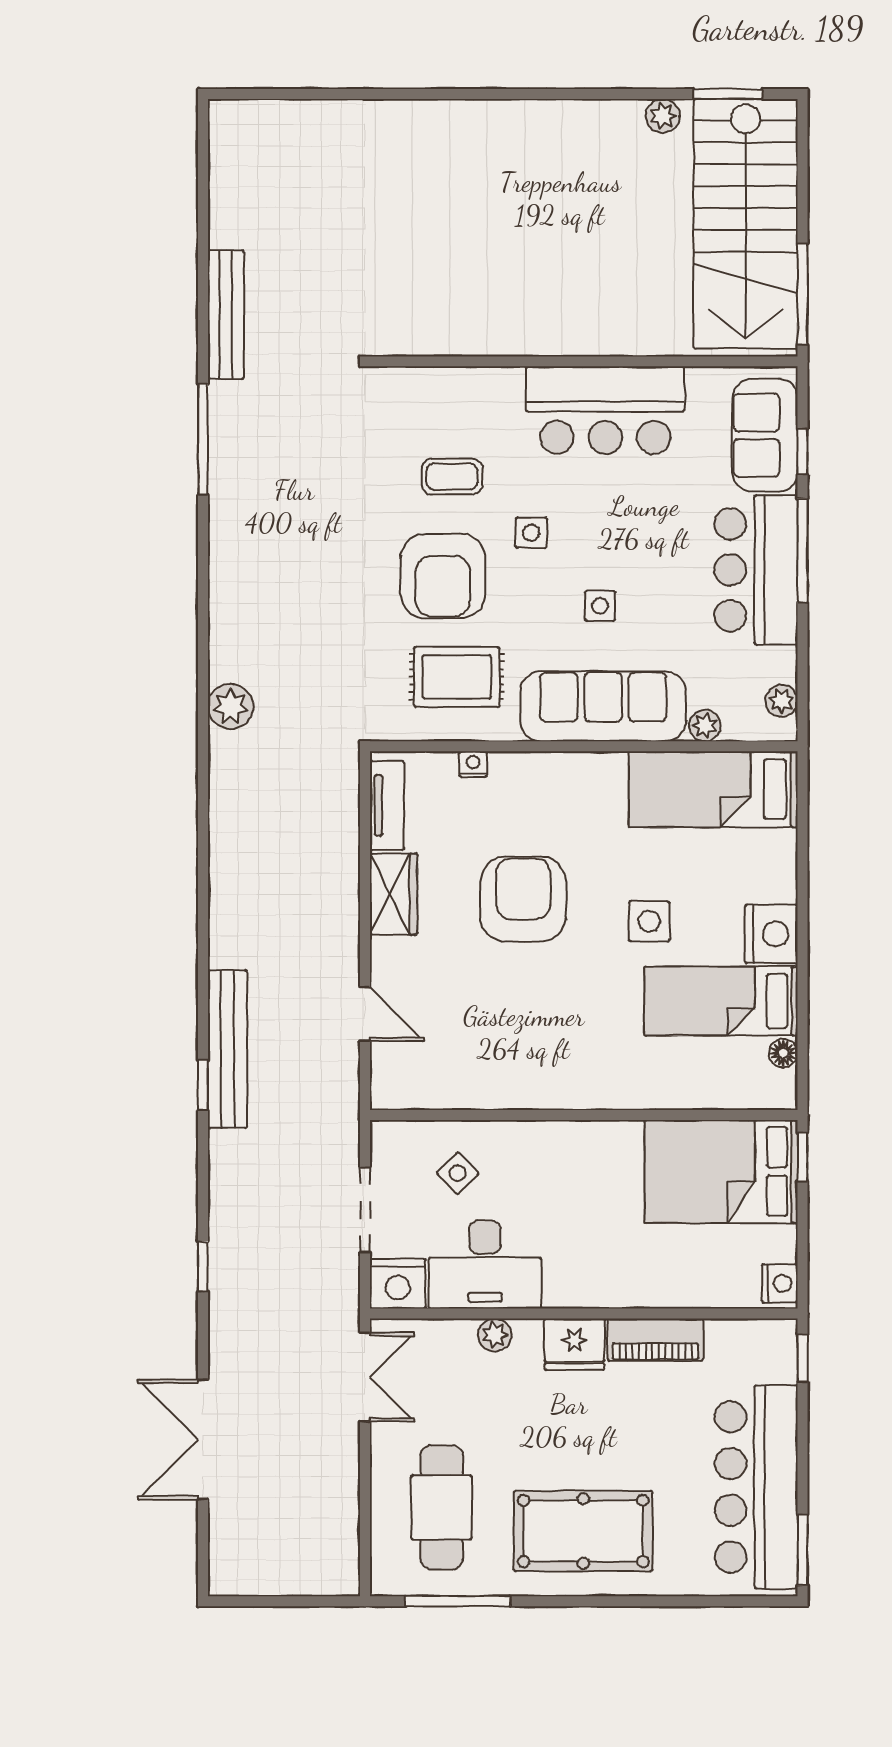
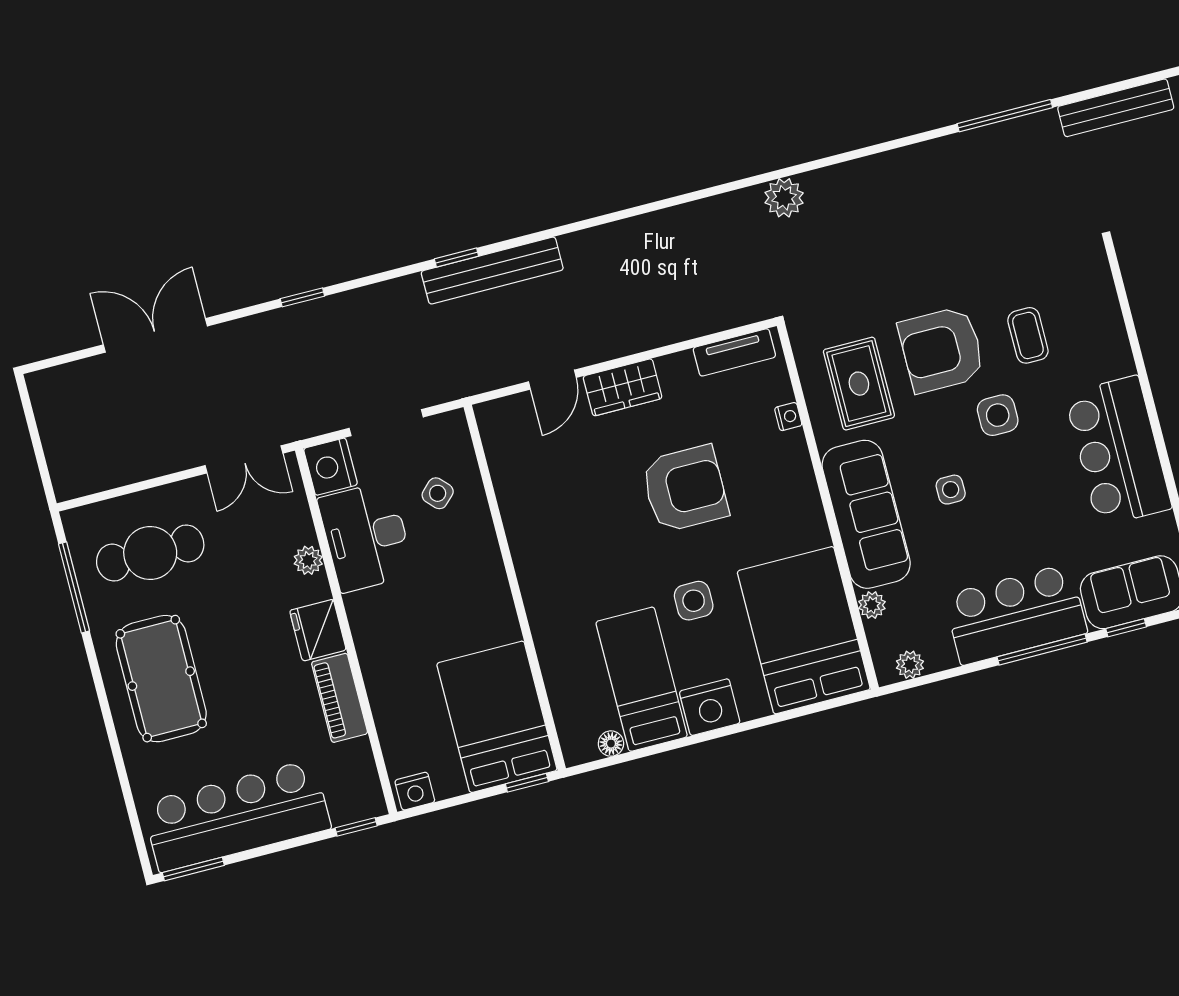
side table: (531, 533) -> (998, 415), width x1.37, depth x1.37
bed: (713, 789) -> (804, 630), width x1.50
wardrobe: (394, 894) -> (623, 387), moved

